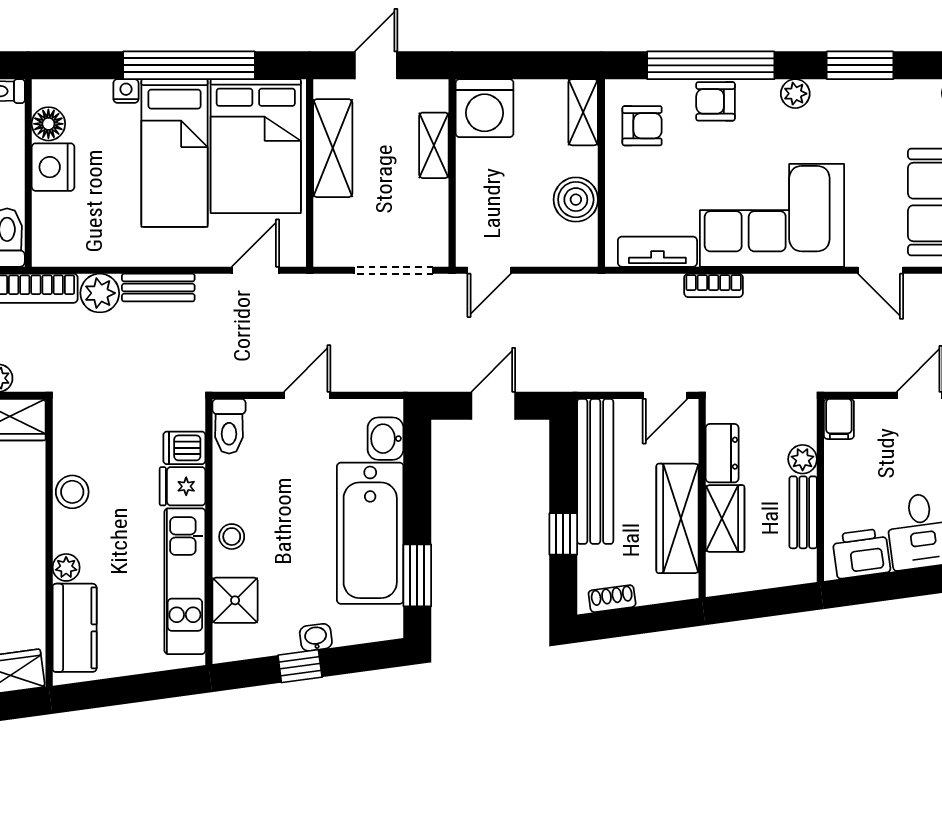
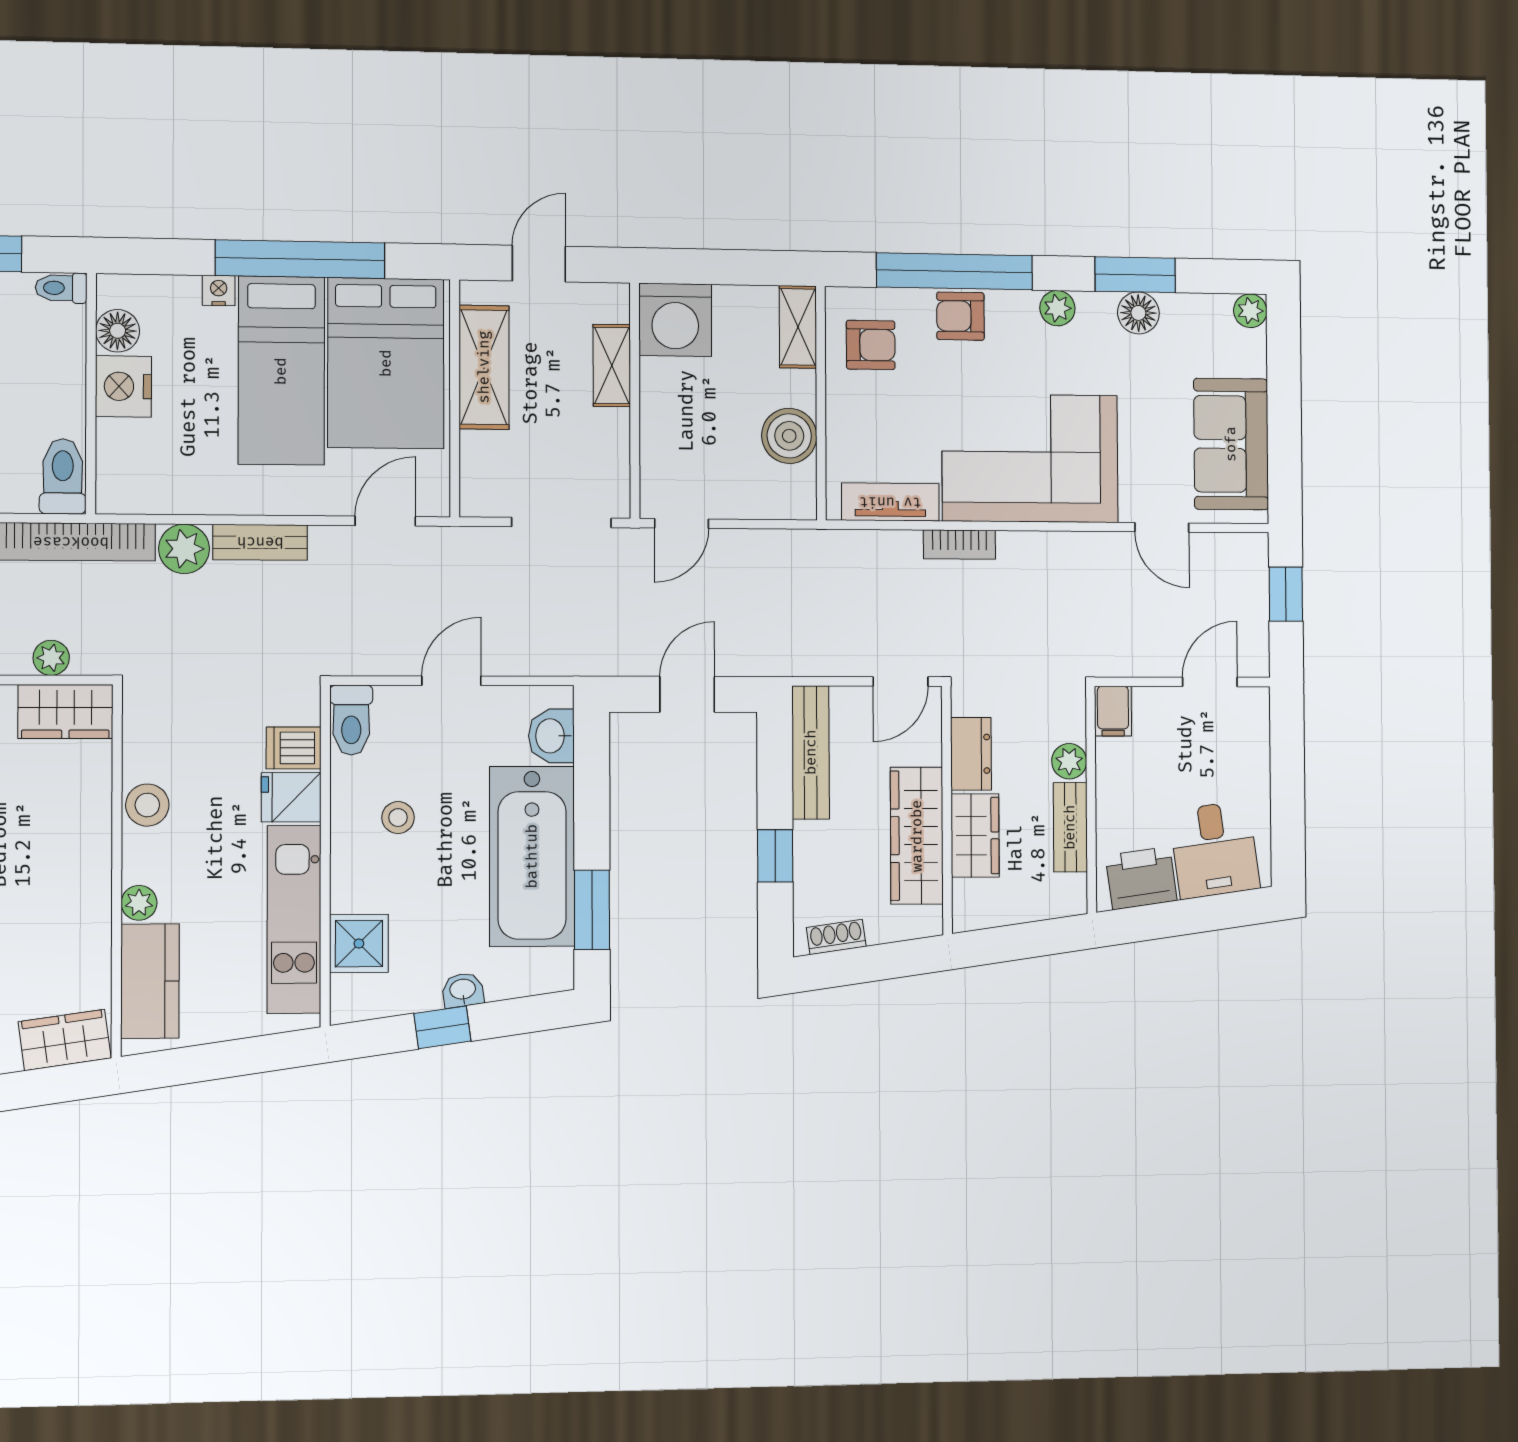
floor lamp: (862, 96) -> (1138, 313), added
bench: (595, 471) -> (811, 752), width x0.73, depth x0.82
stool: (232, 537) -> (398, 818), moved

